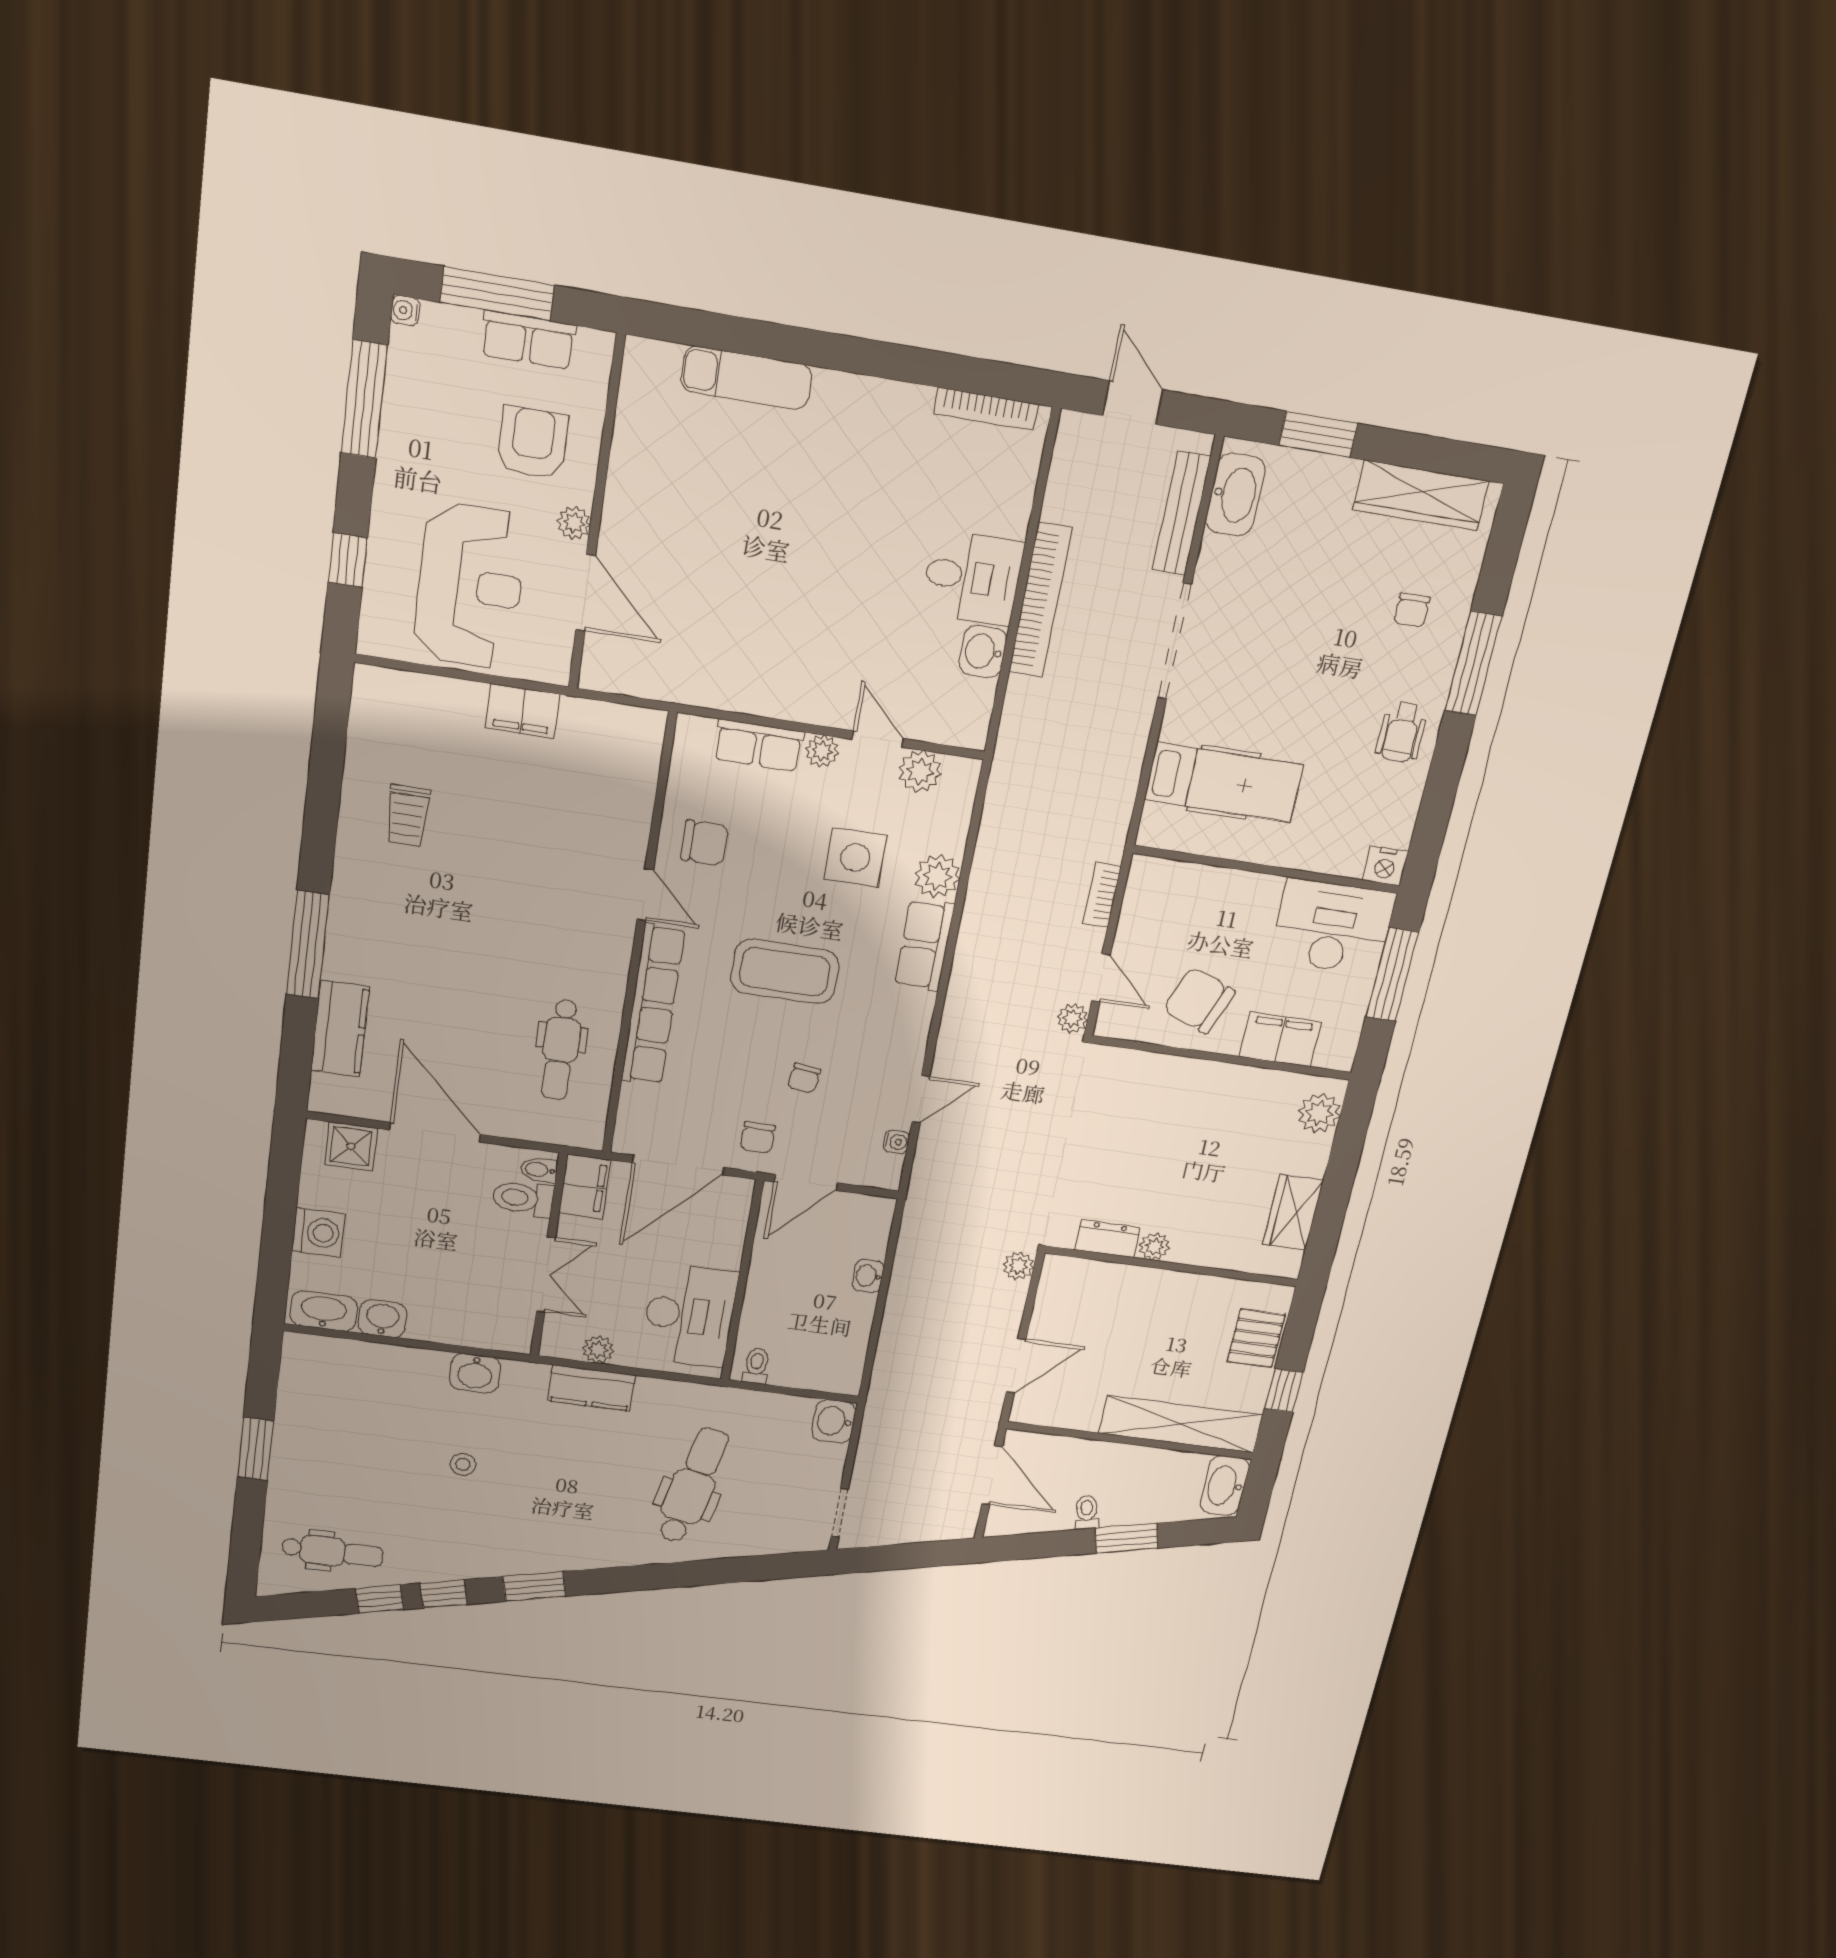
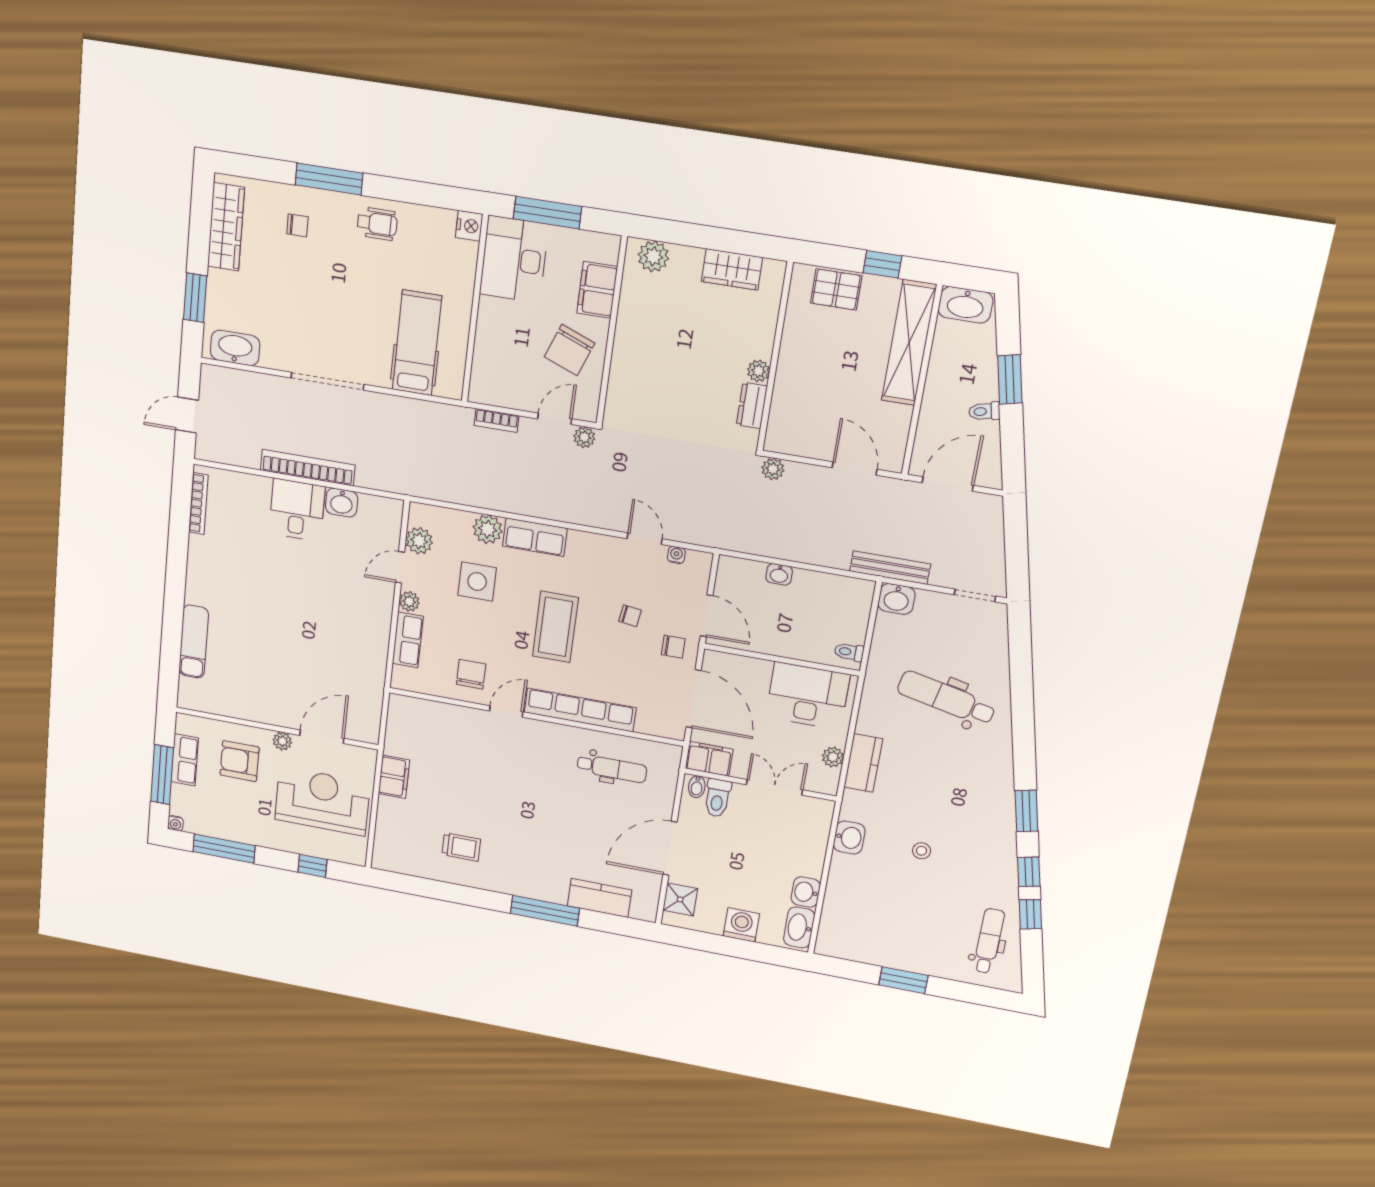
bench: (1181, 513) -> (890, 568), moved

